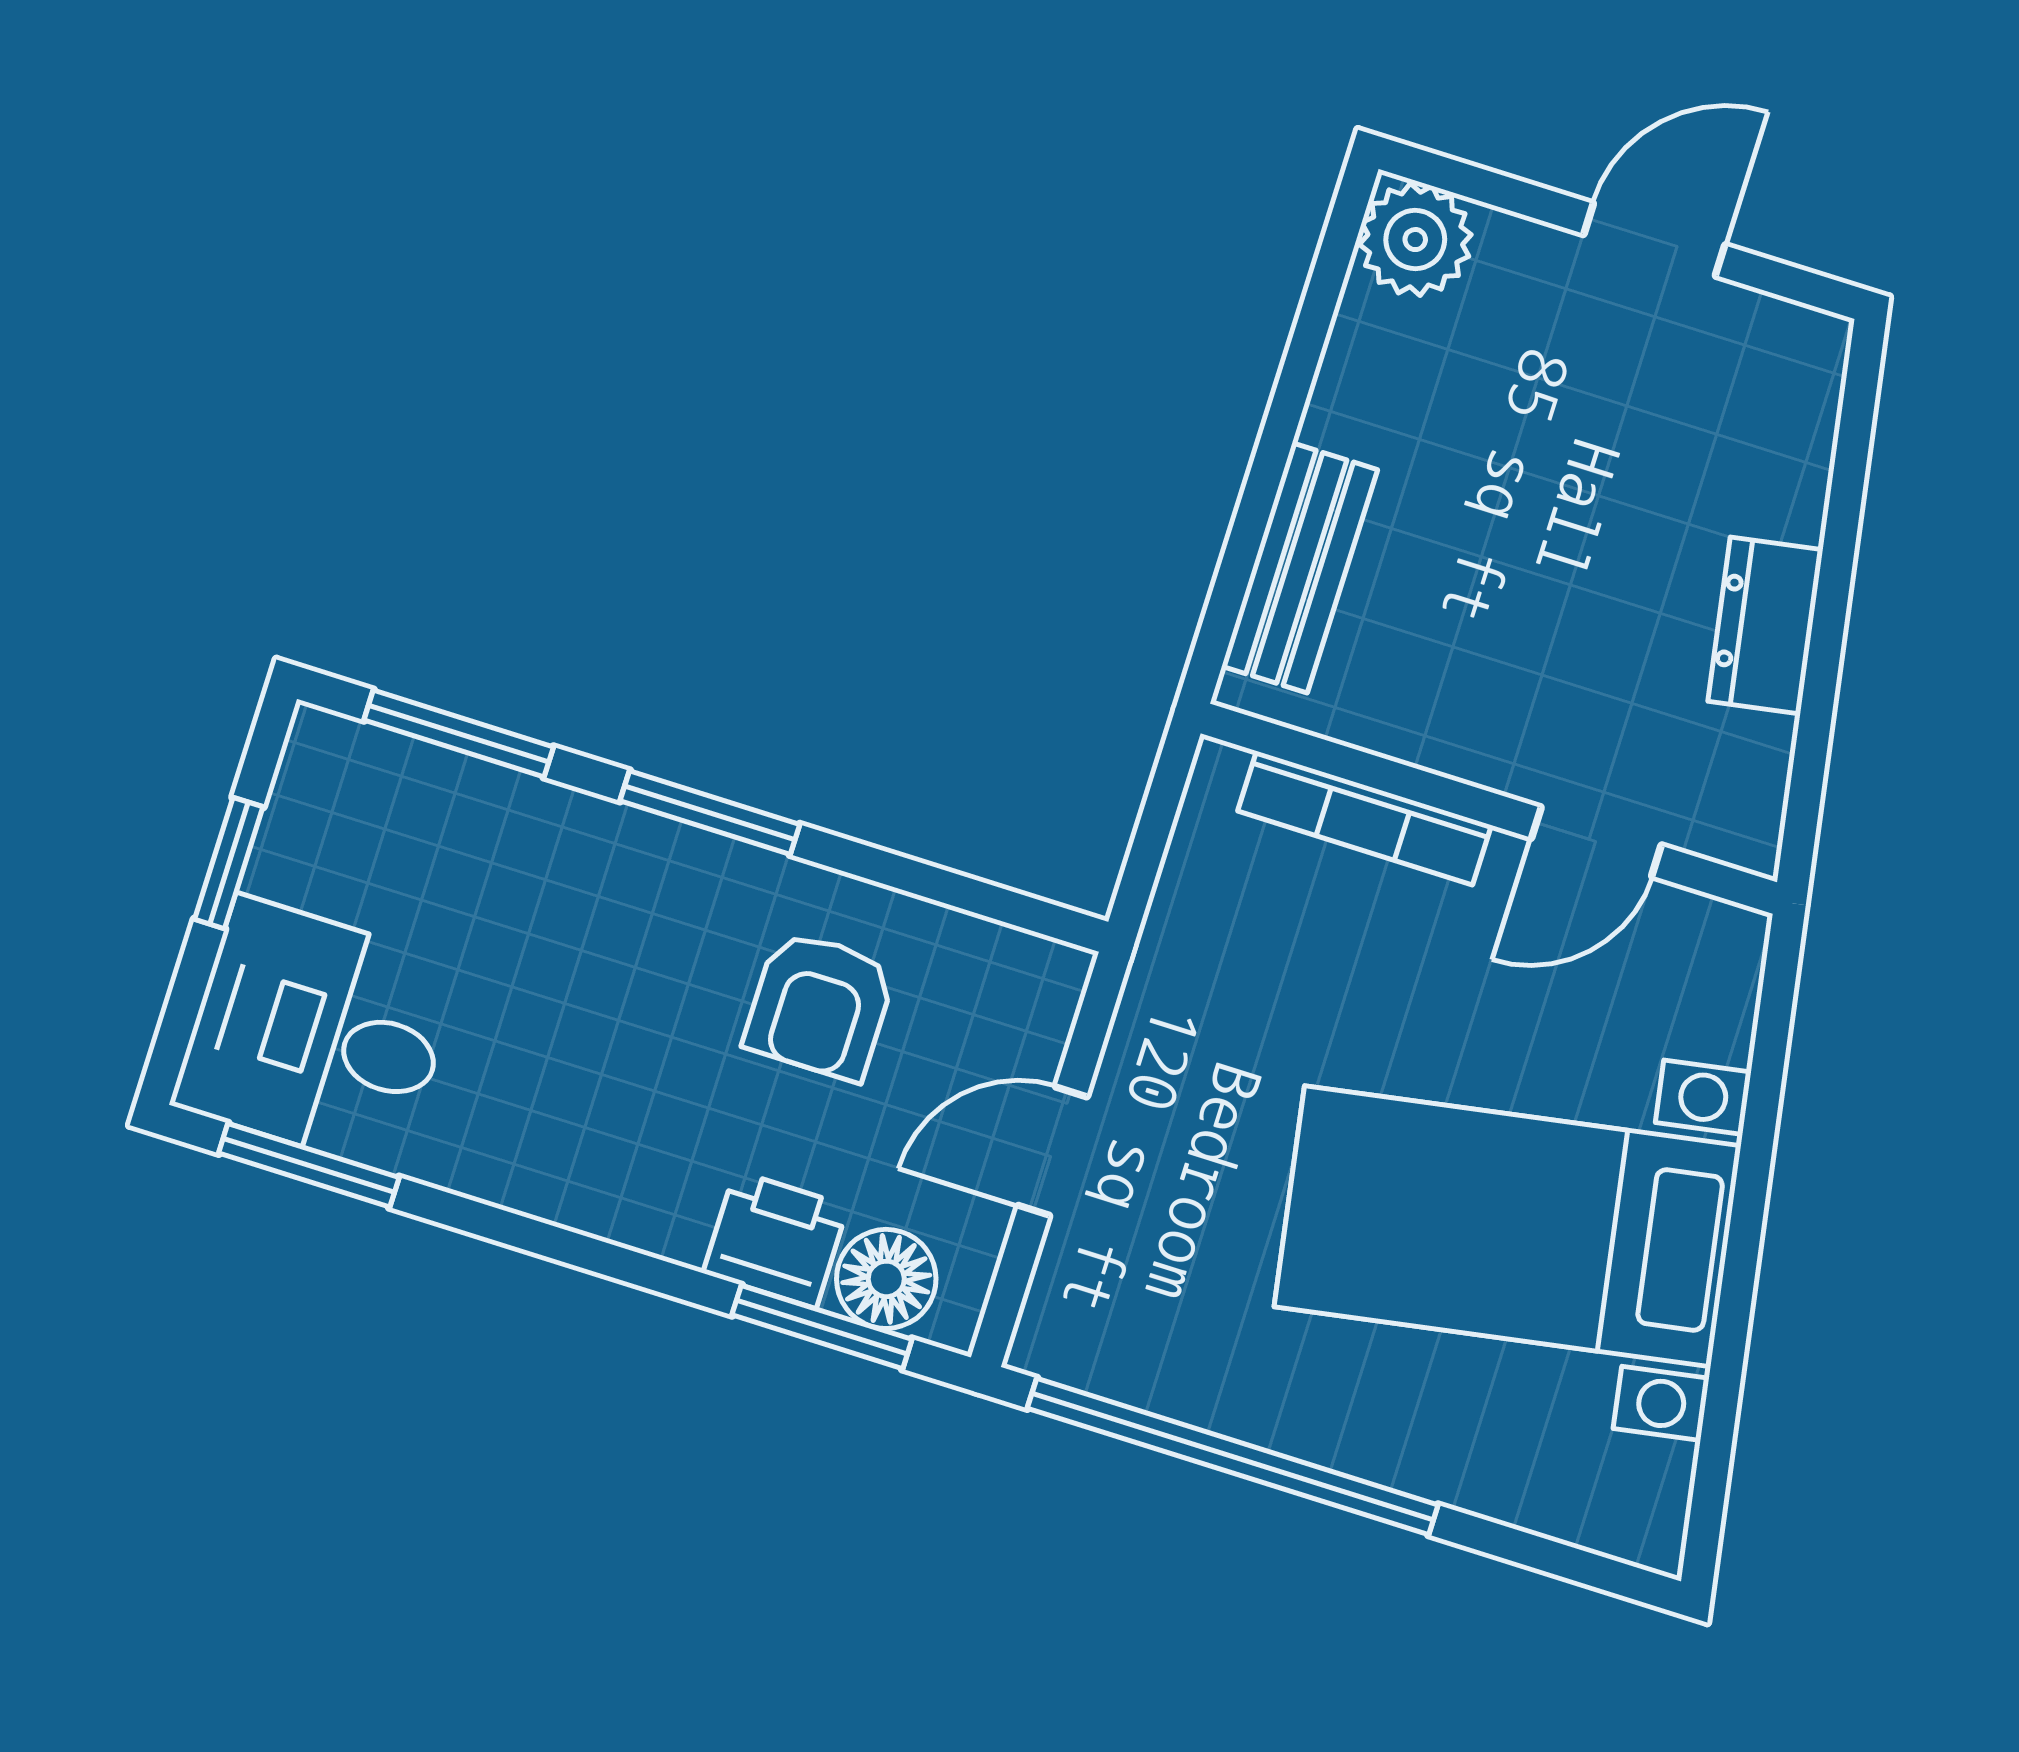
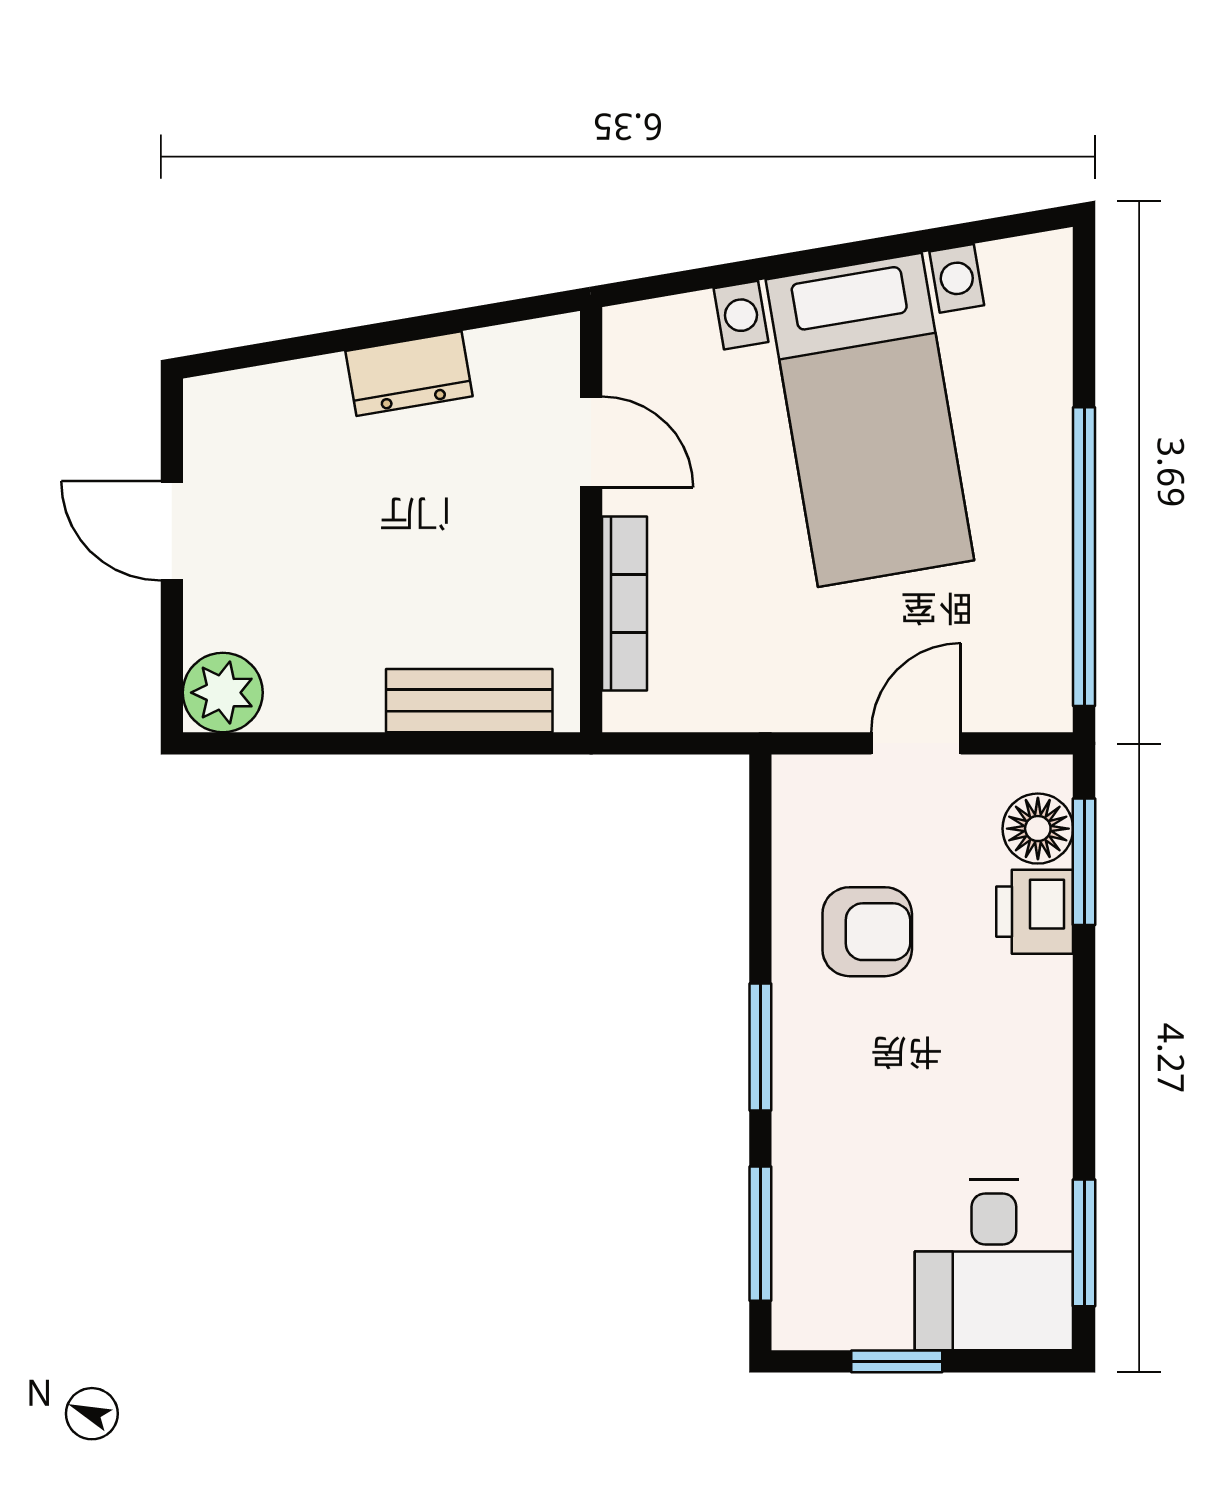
door: (1052, 1151) -> (916, 743), swing flipped

